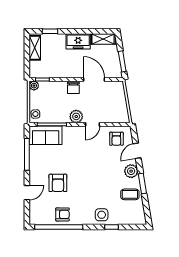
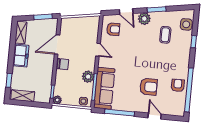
plant: (76, 116) -> (88, 77), moved
sofa: (46, 135) -> (104, 88), width x1.36
coffee table: (130, 194) -> (165, 35), moved
side table: (102, 215) -> (186, 24), moved

